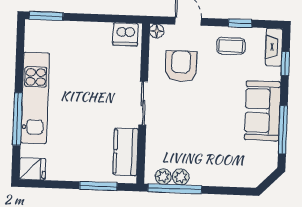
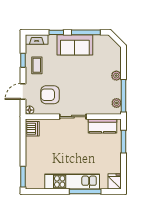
window: (285, 64) -> (56, 32), moved
plant: (181, 177) -> (116, 76), moved

